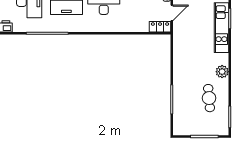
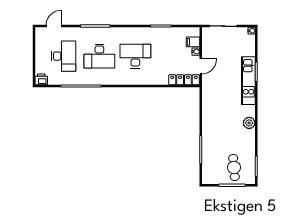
locker: (160, 27) -> (184, 80), width x1.53
cafe table: (209, 98) -> (234, 167), moved

